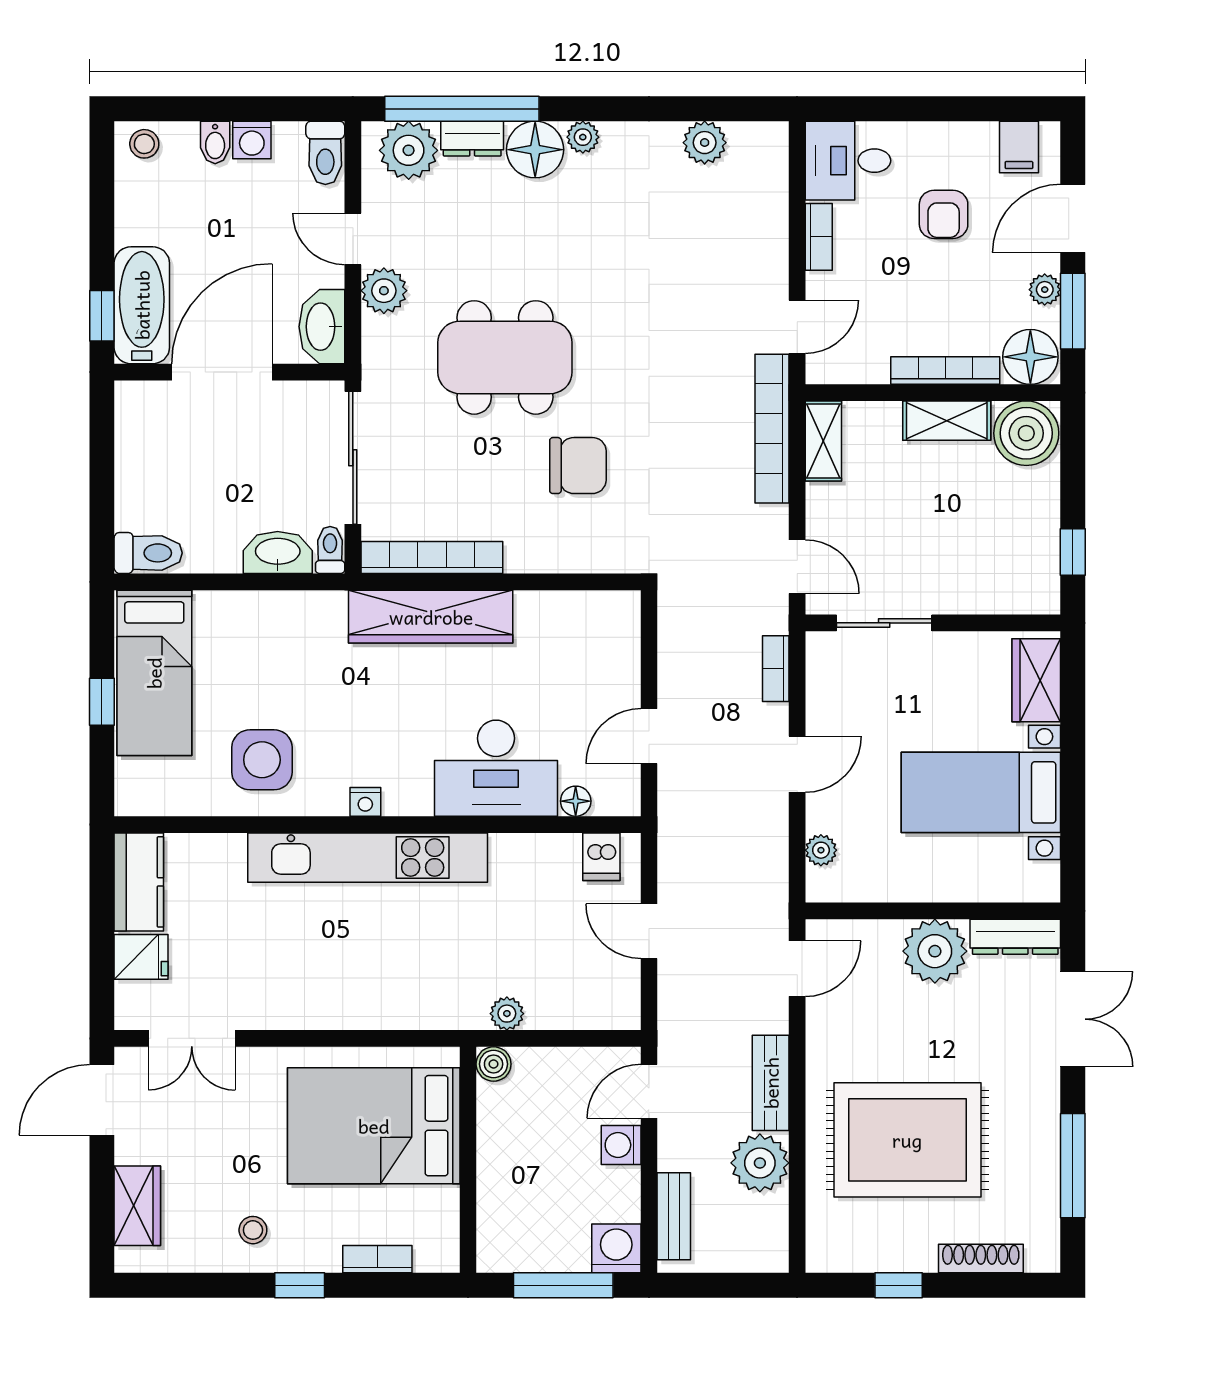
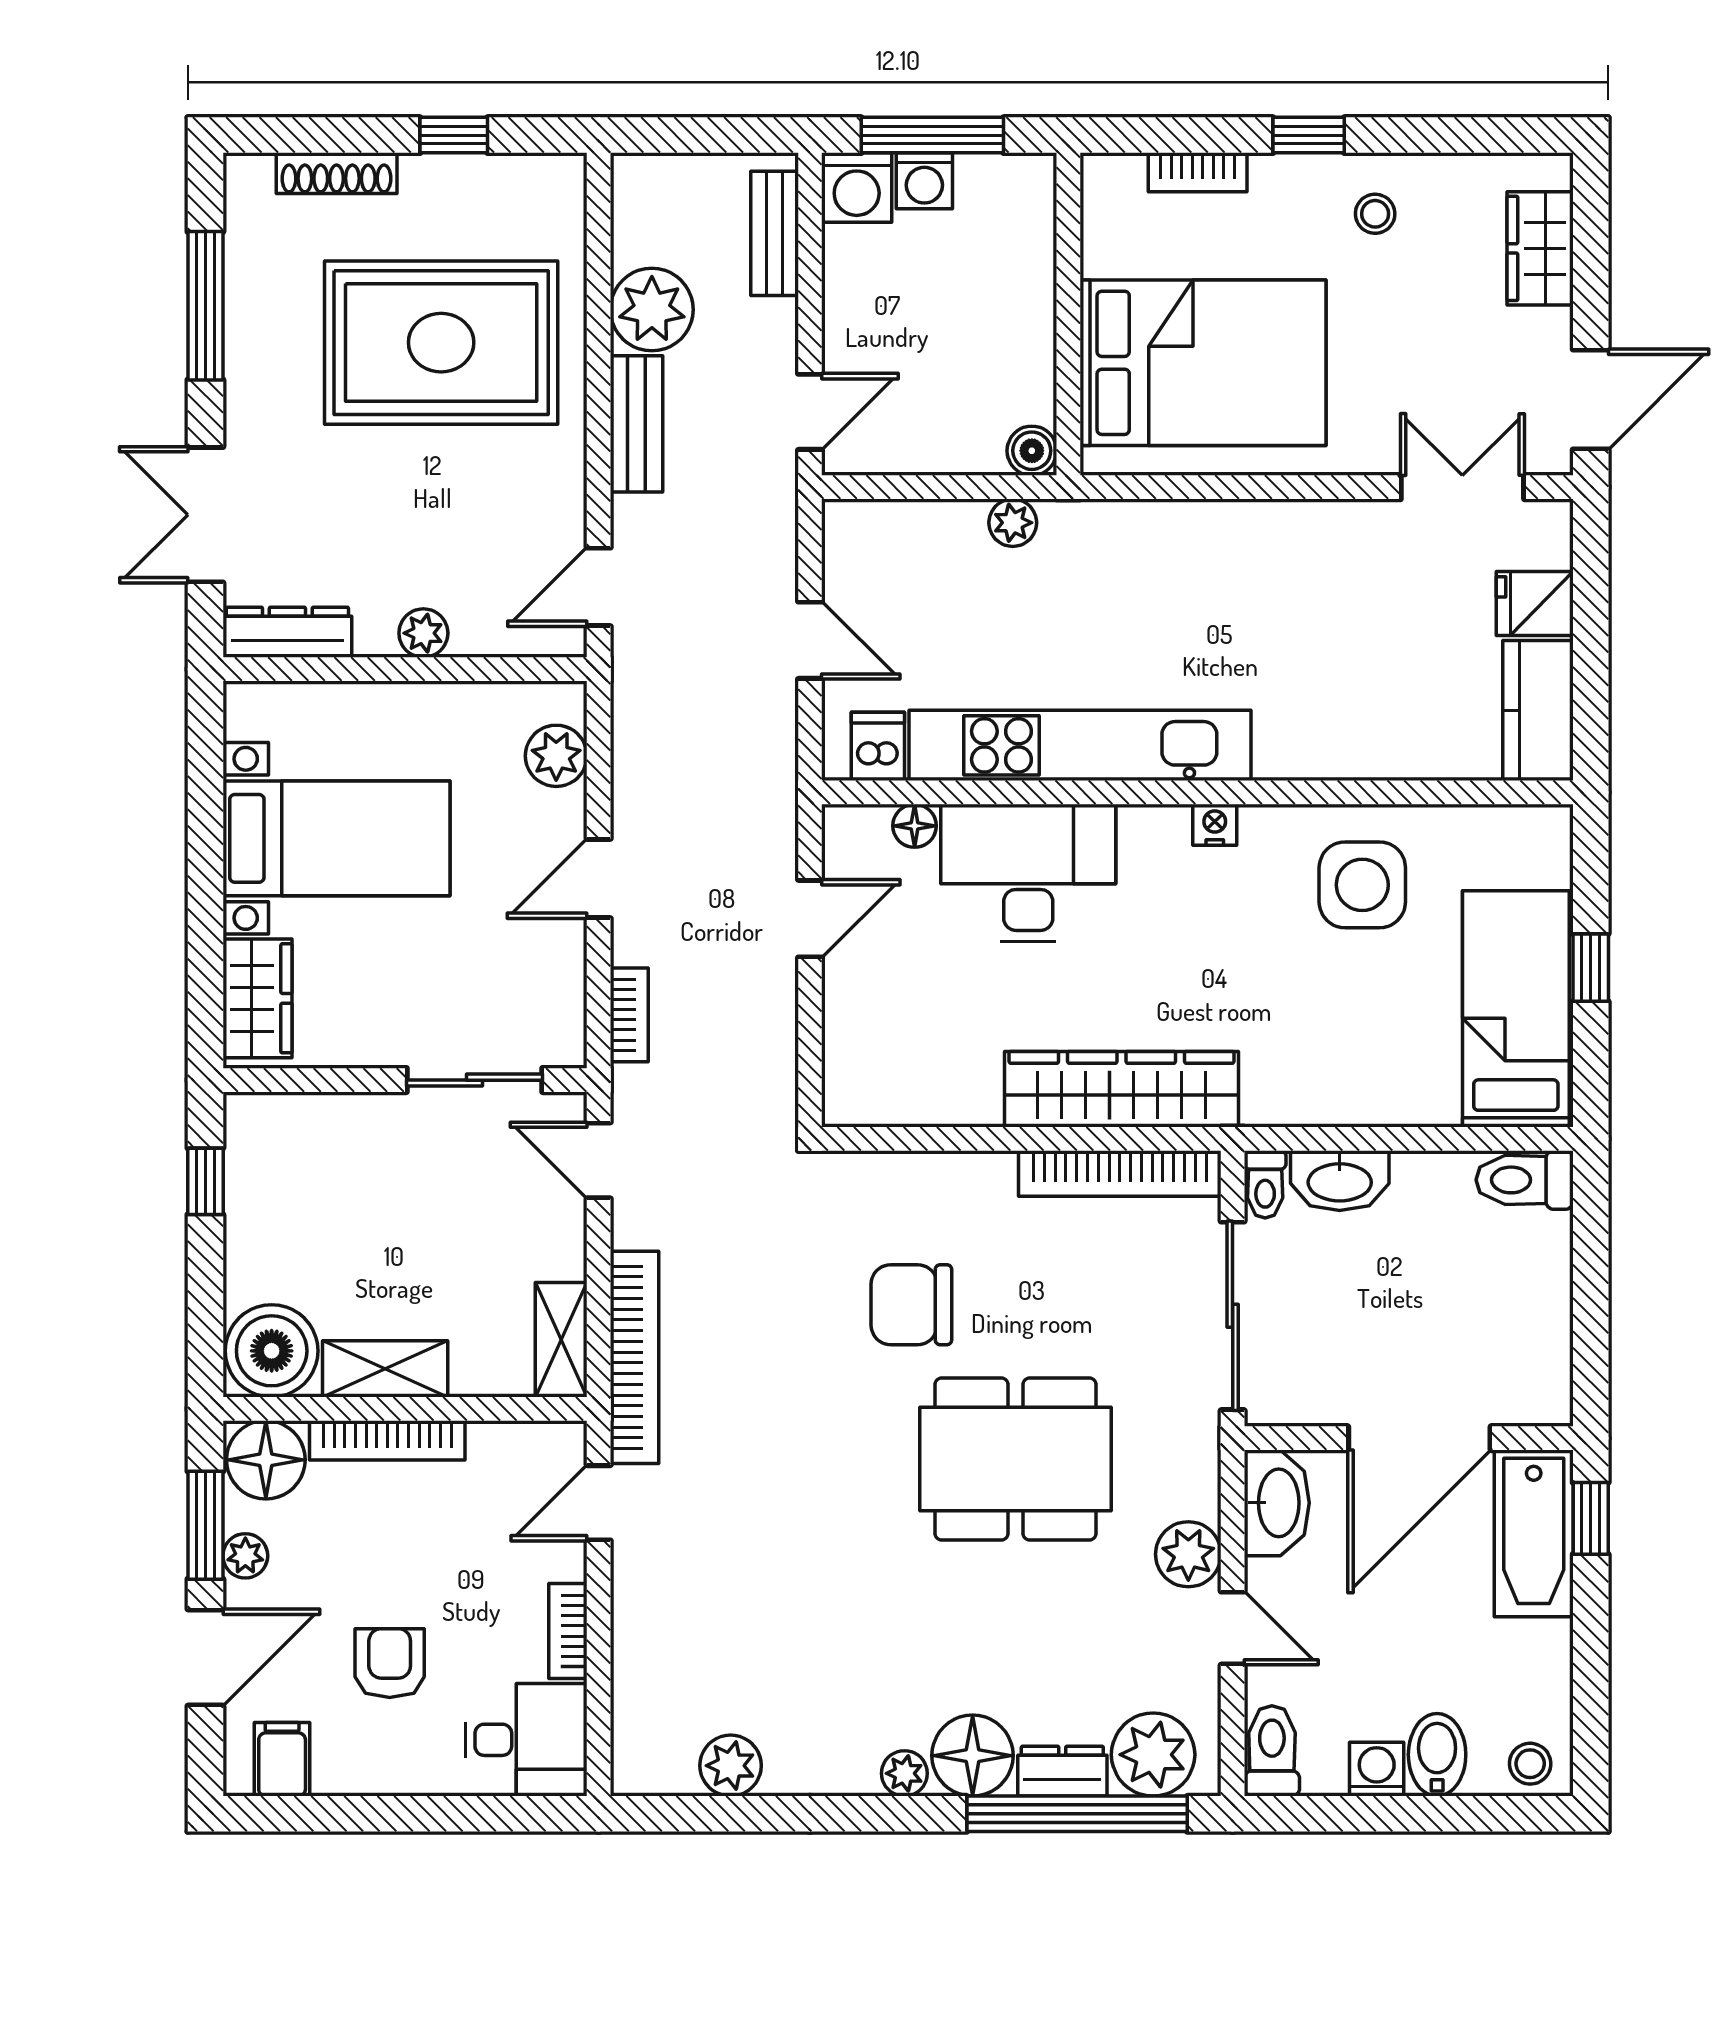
bidet: (215, 142) -> (1437, 1755), width x1.38, depth x1.36
plant: (821, 850) -> (556, 756), width x1.38, depth x1.38
kitchen unit: (368, 858) -> (1080, 745), moved
plant: (935, 951) -> (423, 633), width x0.53, depth x0.53
washing machine: (621, 1145) -> (924, 181), moved, turned 90

